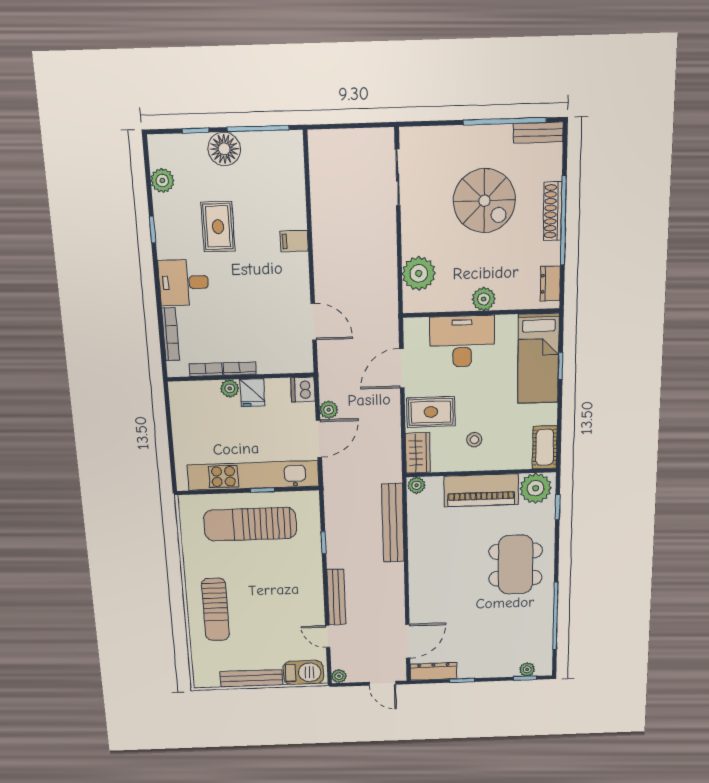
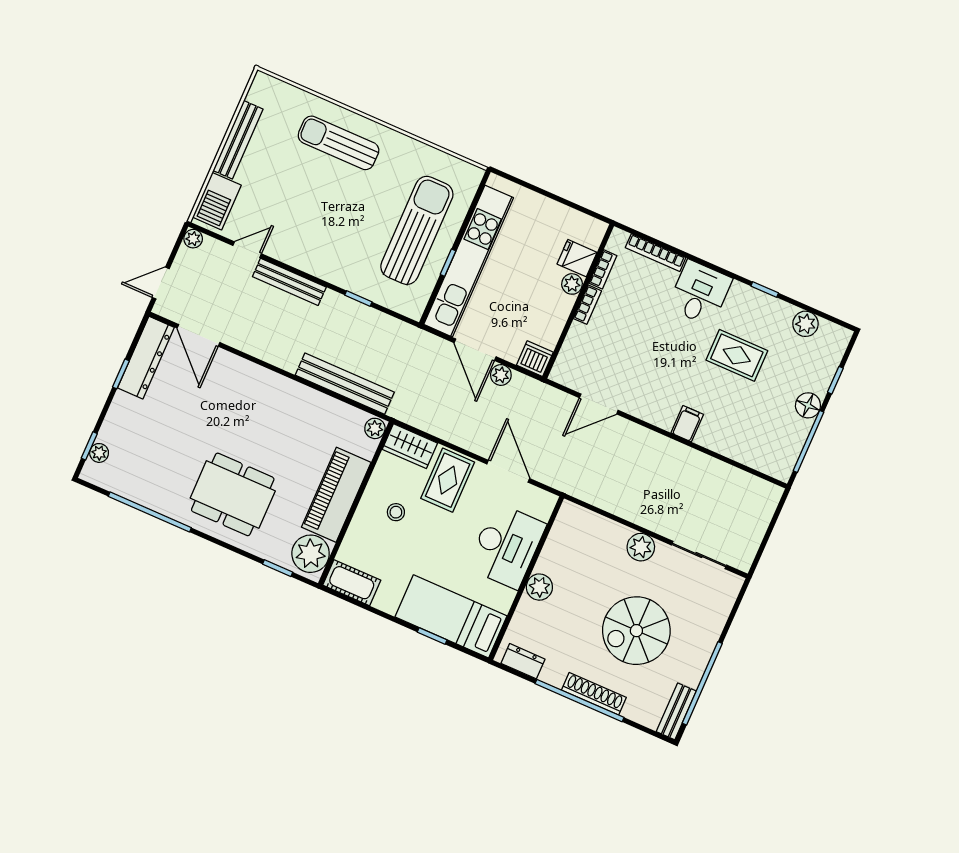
floor lamp: (224, 149) -> (808, 405), width x0.73, depth x0.73
plant: (419, 273) -> (641, 547), moved, width x0.73, depth x0.73
fridge: (253, 393) -> (577, 258), moved
dresser: (433, 671) -> (146, 358), width x1.37, depth x1.24

